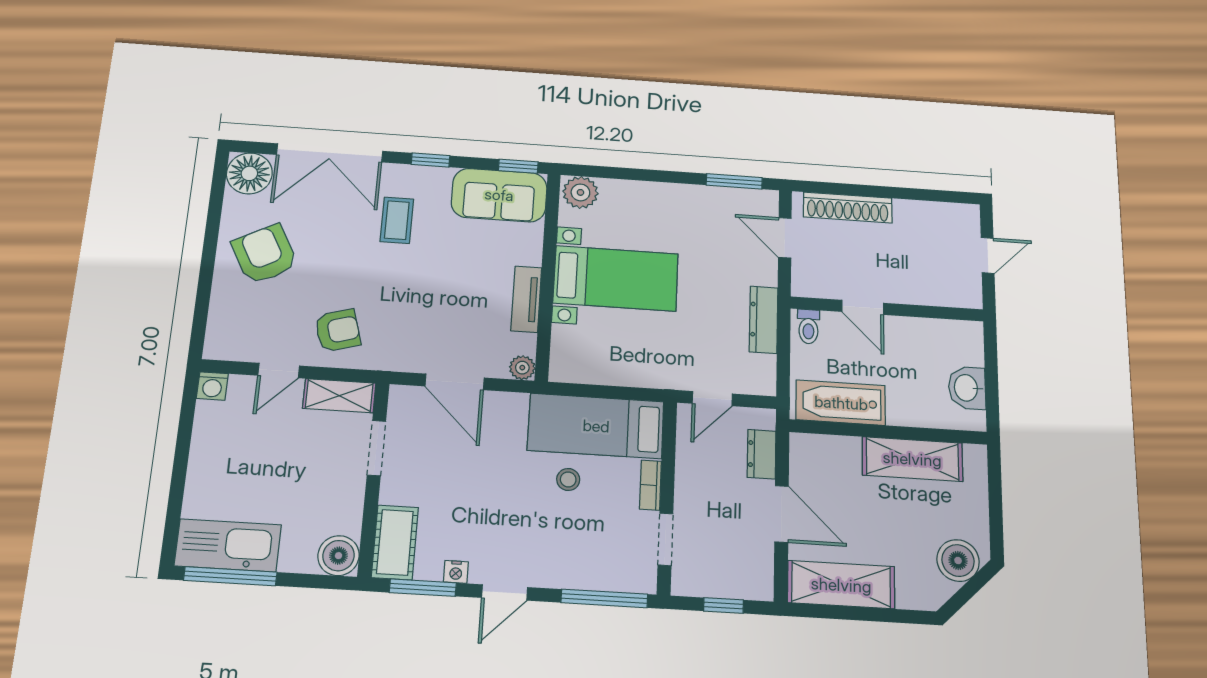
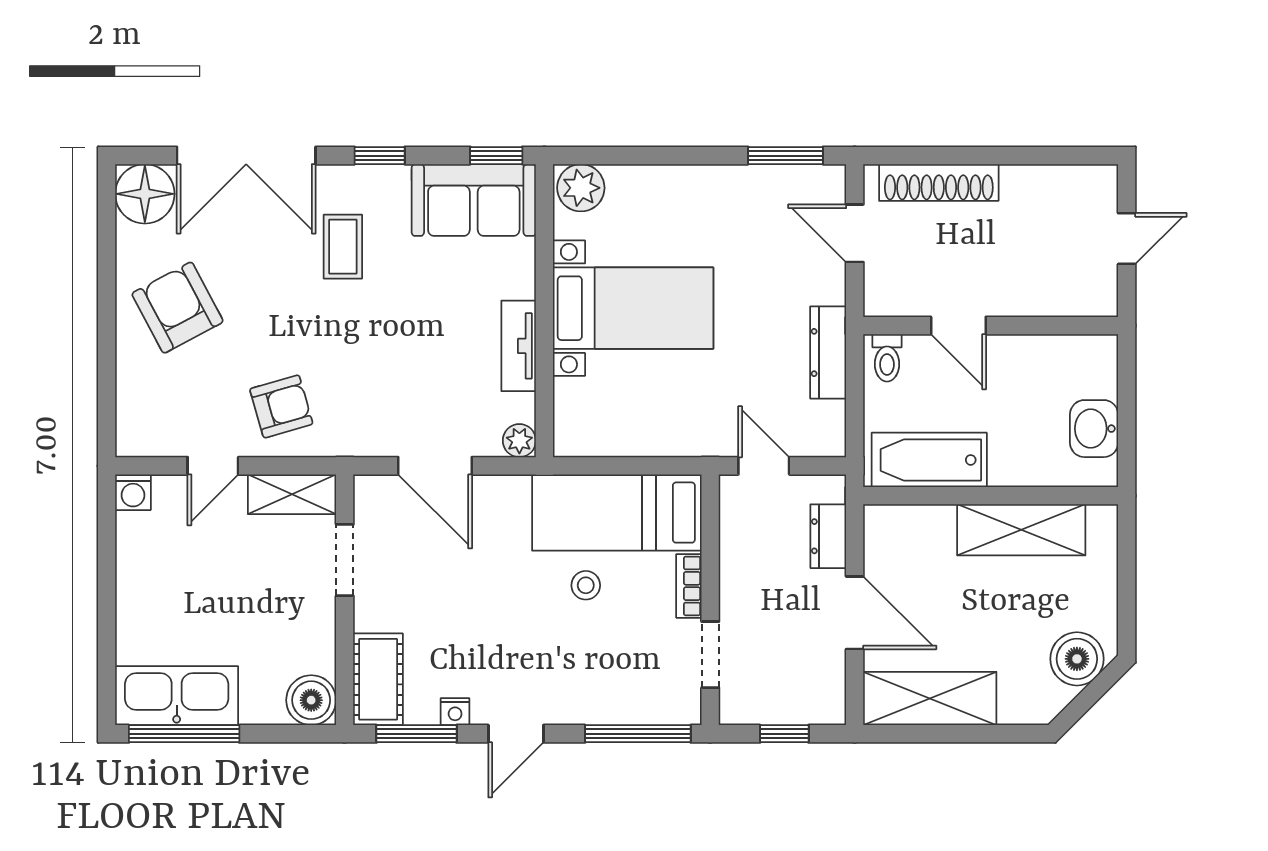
door: (712, 399) -> (764, 466), swing flipped

